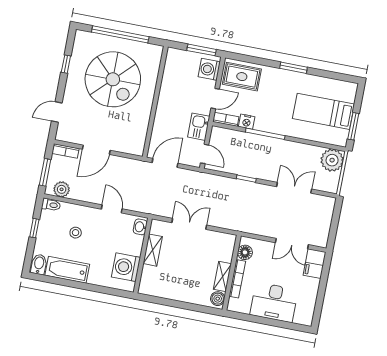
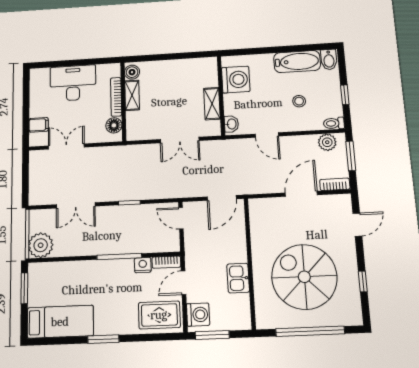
bed: (323, 111) -> (60, 322), moved
kitchen sink: (199, 127) -> (238, 278), moved, turned 180

